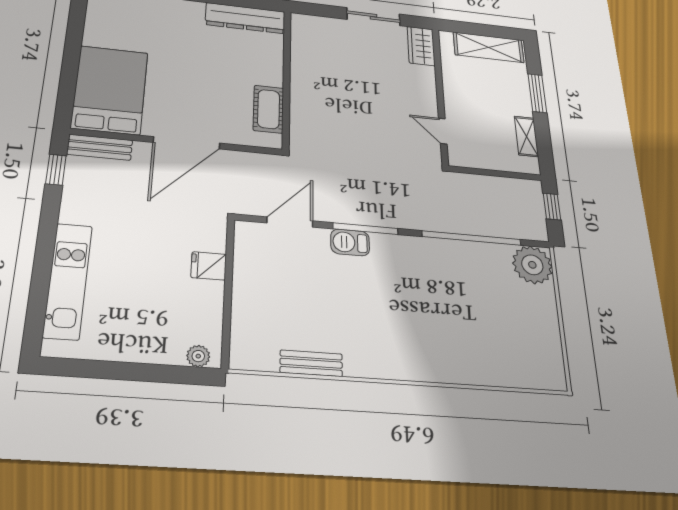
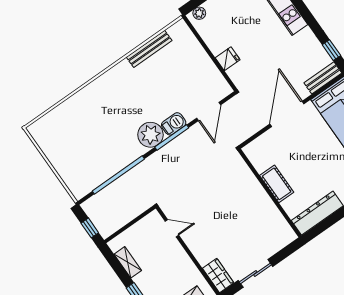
cot: (269, 109) -> (277, 184), moved
plant: (532, 265) -> (150, 135), moved
bench: (311, 363) -> (149, 49), width x1.36

